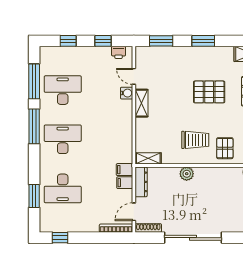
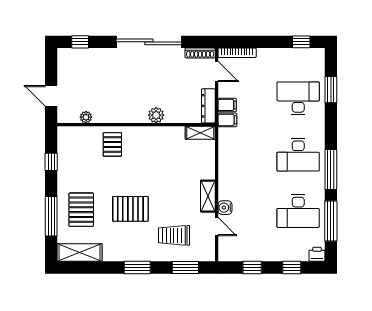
printer: (119, 52) -> (317, 254), moved
trolley: (195, 140) -> (174, 235), moved
door: (134, 212) -> (217, 72), hinge flipped

